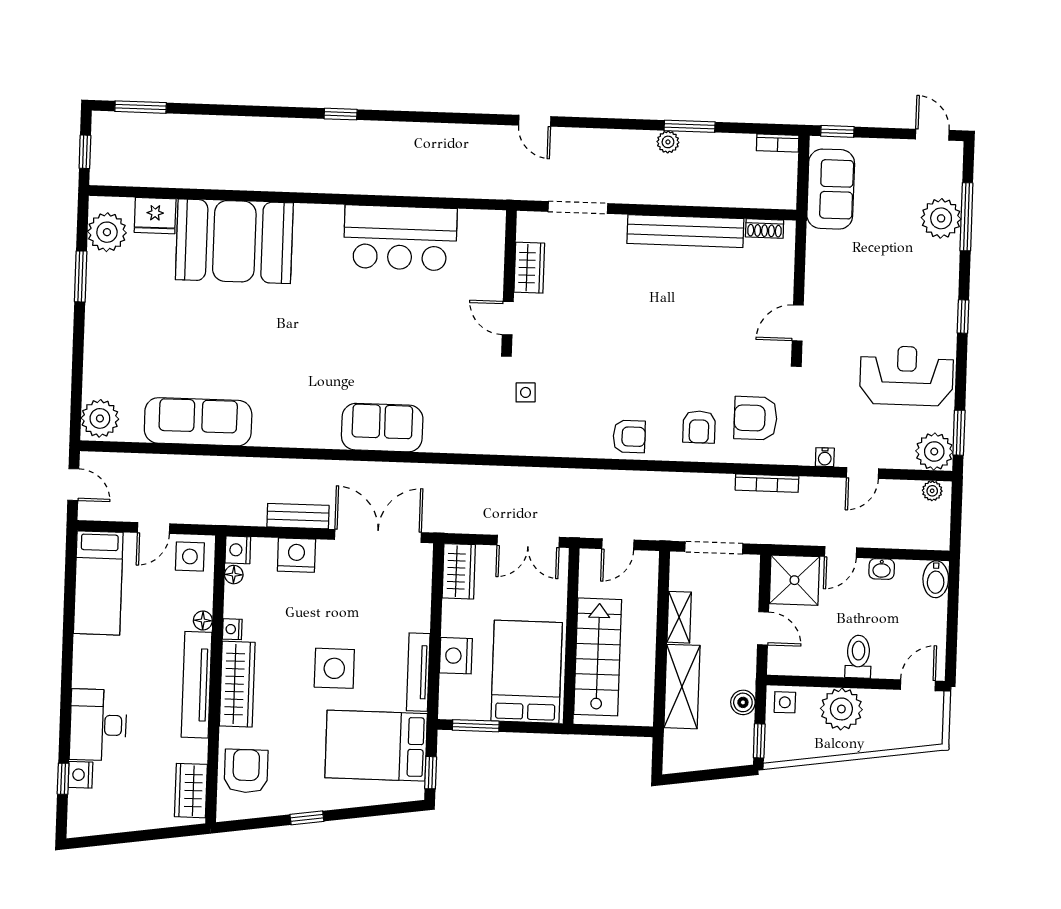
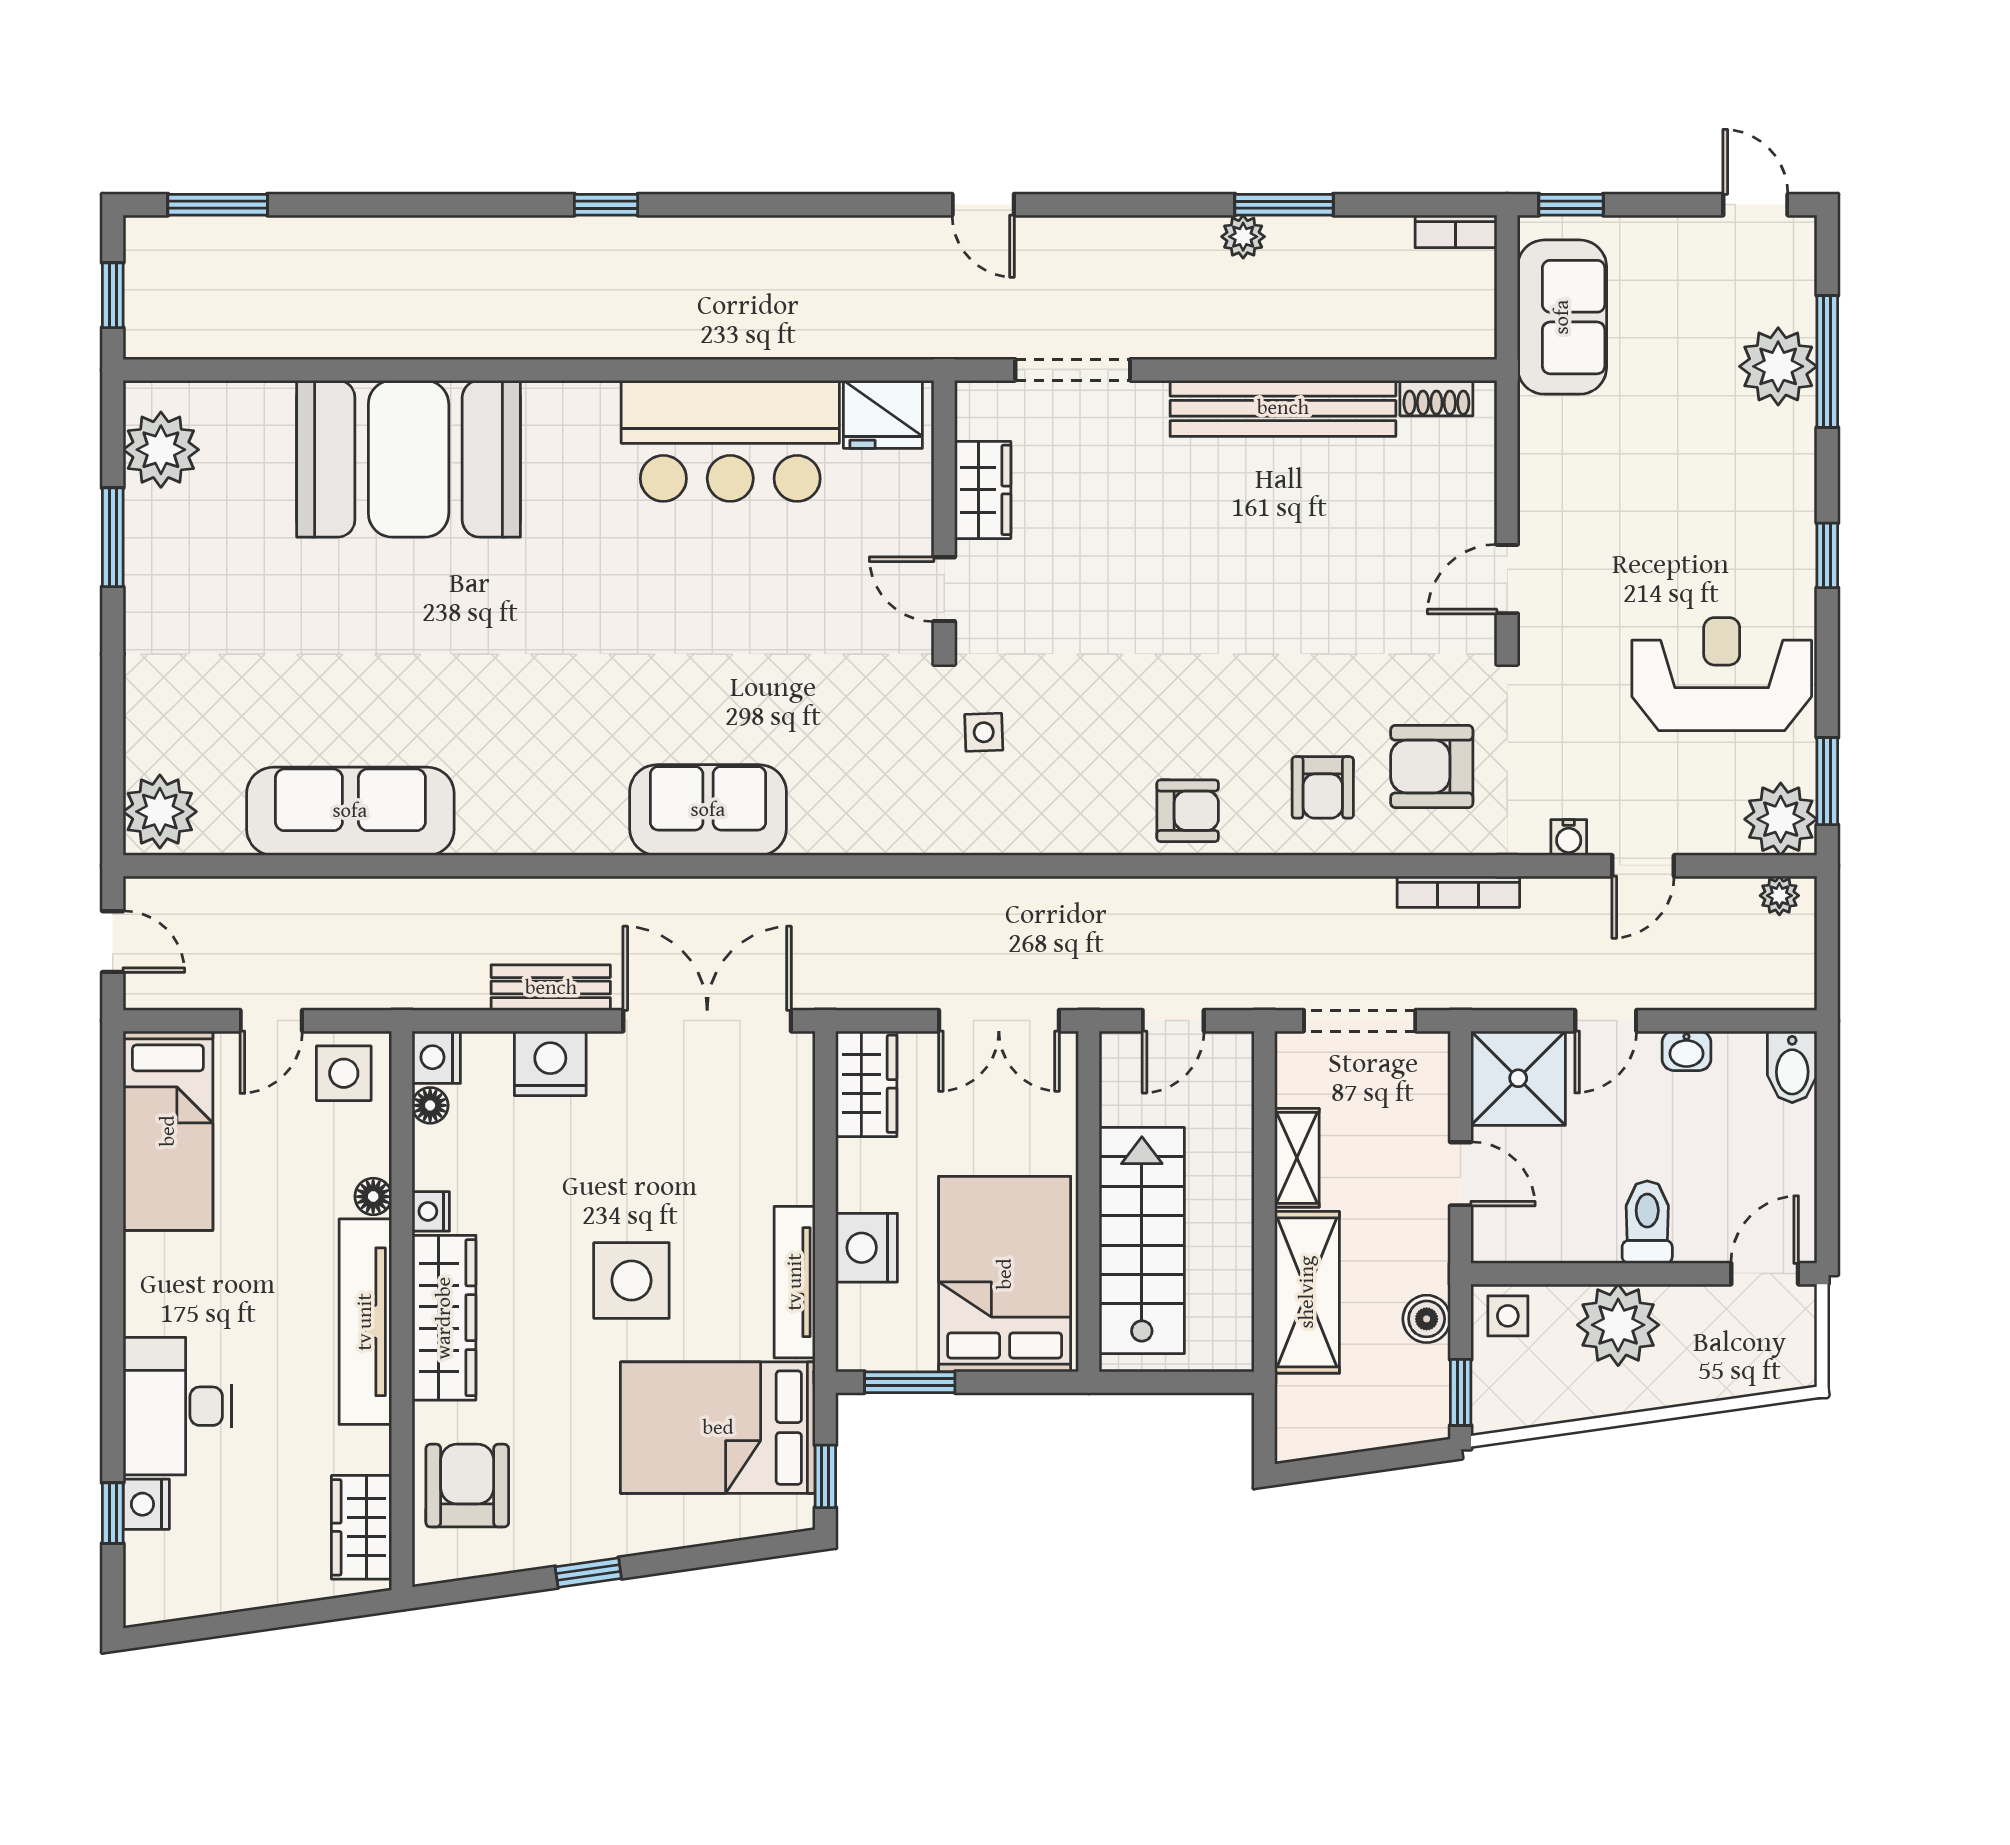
fridge: (155, 216) -> (883, 414), moved

